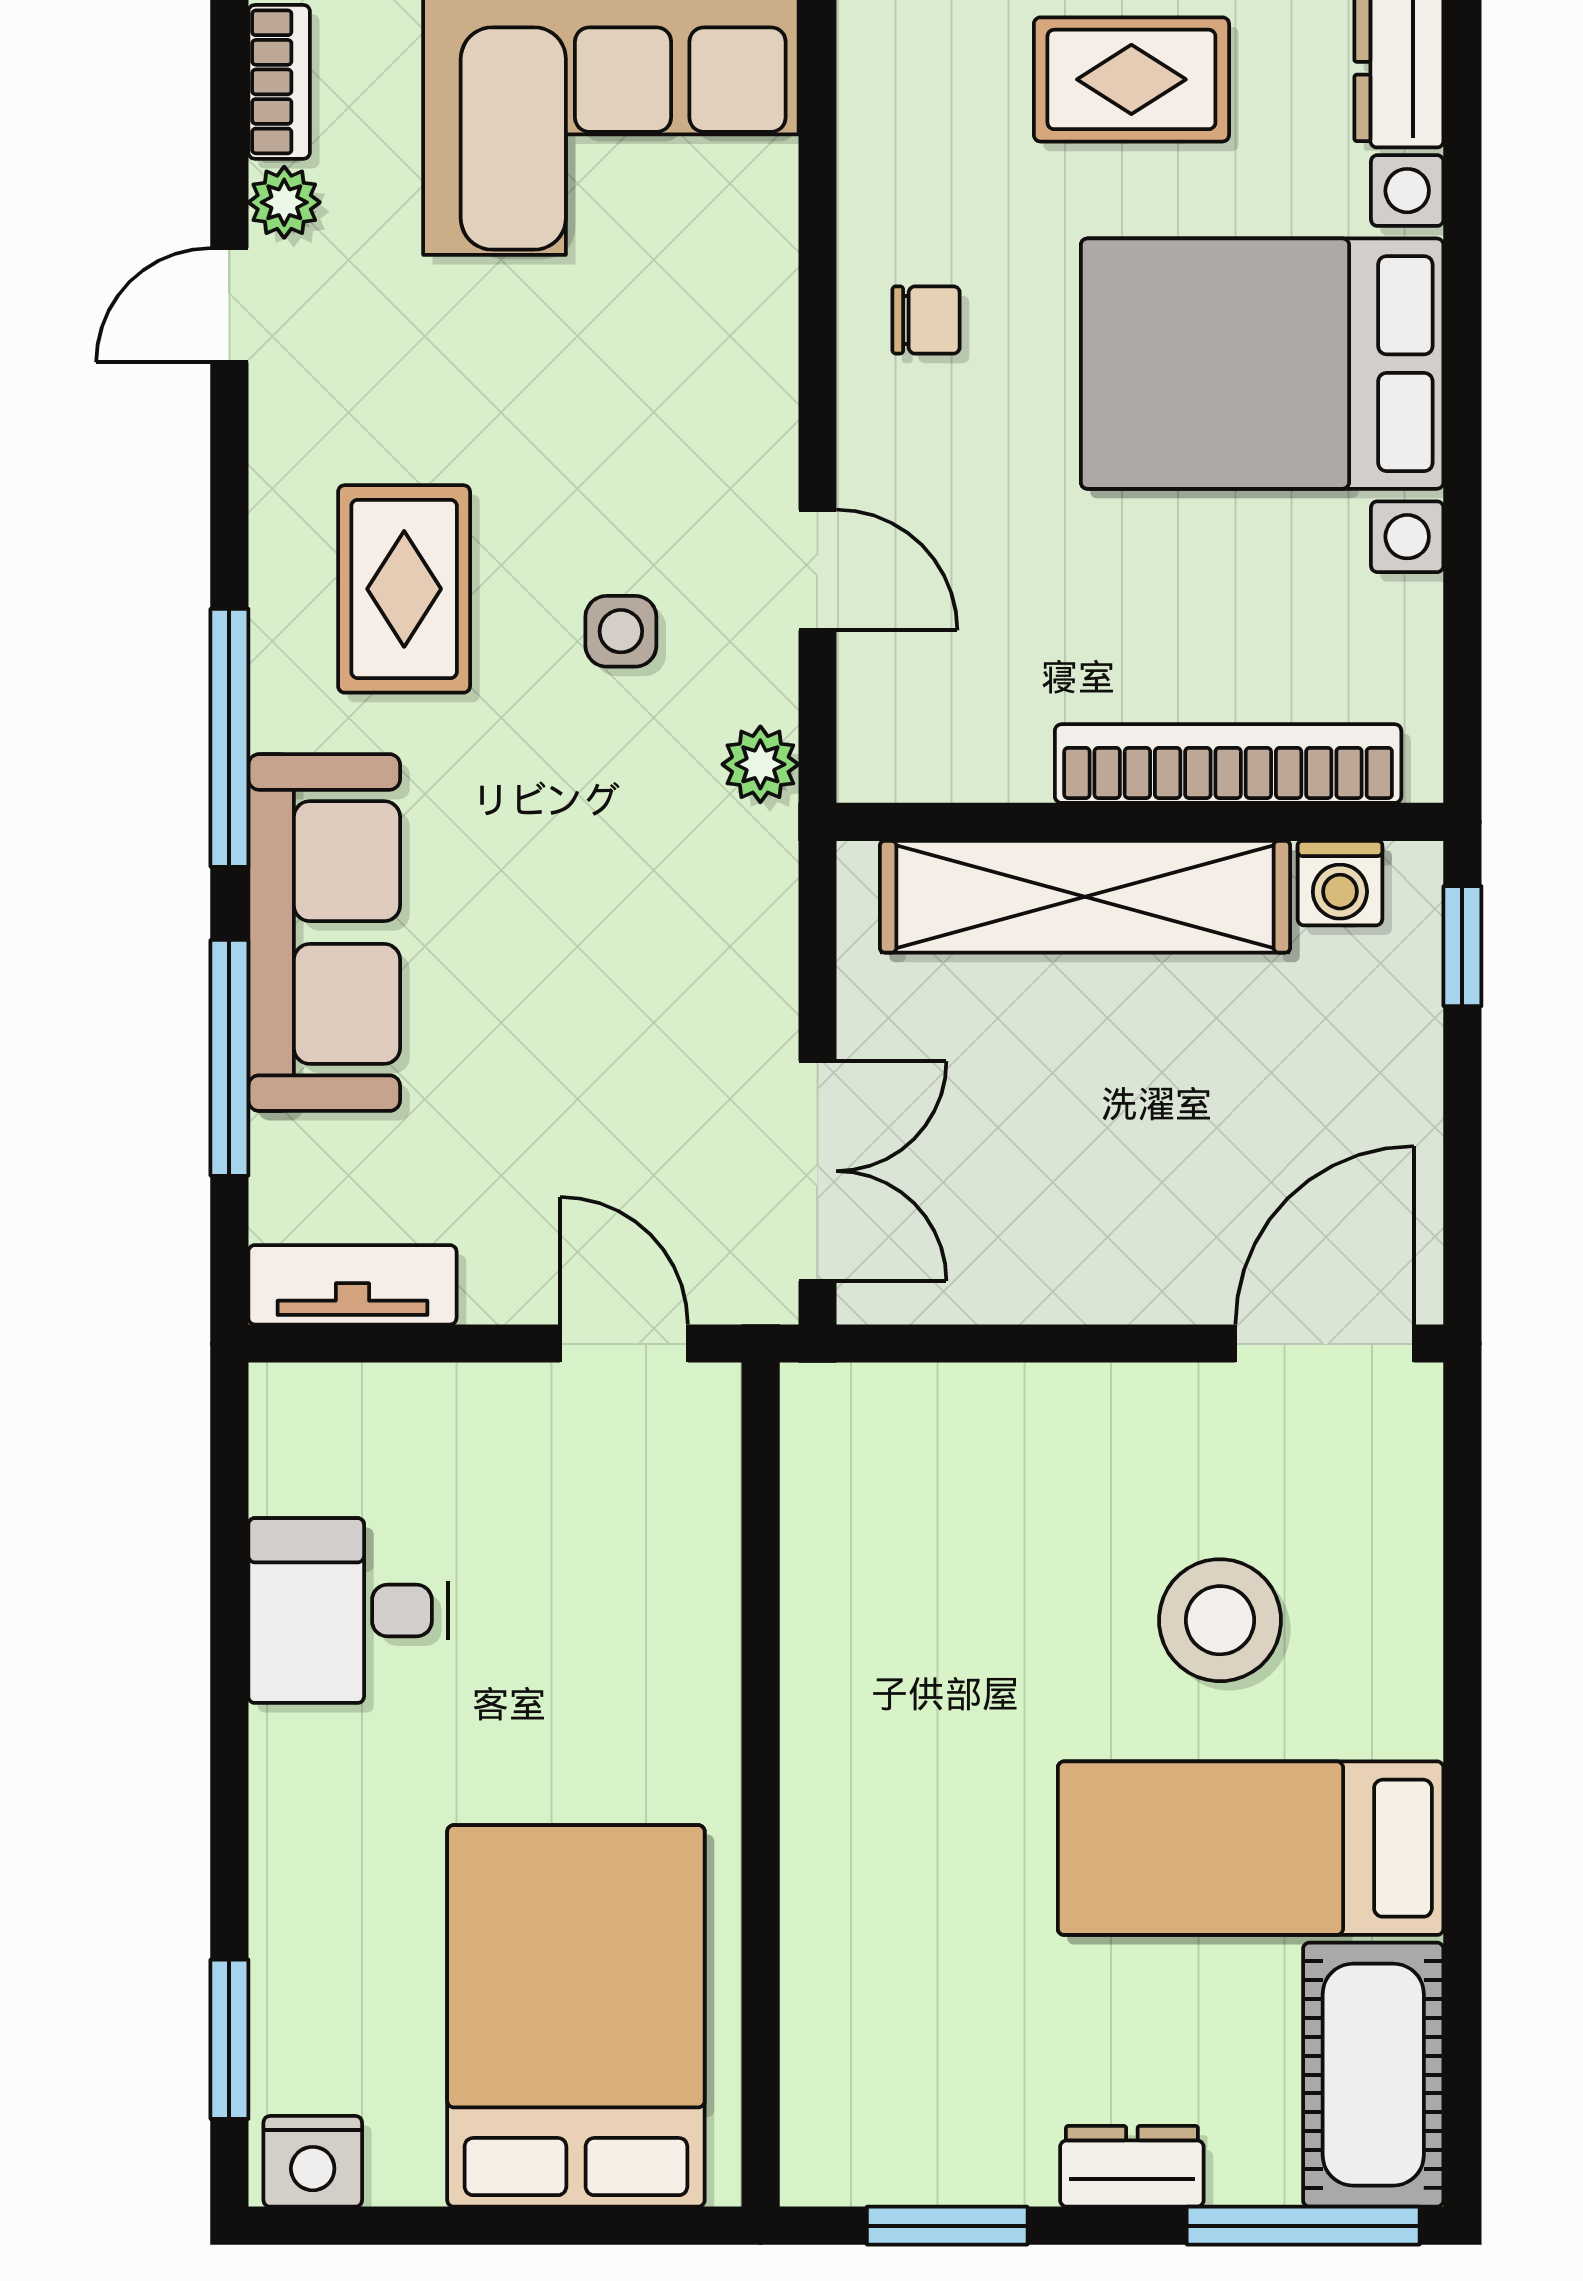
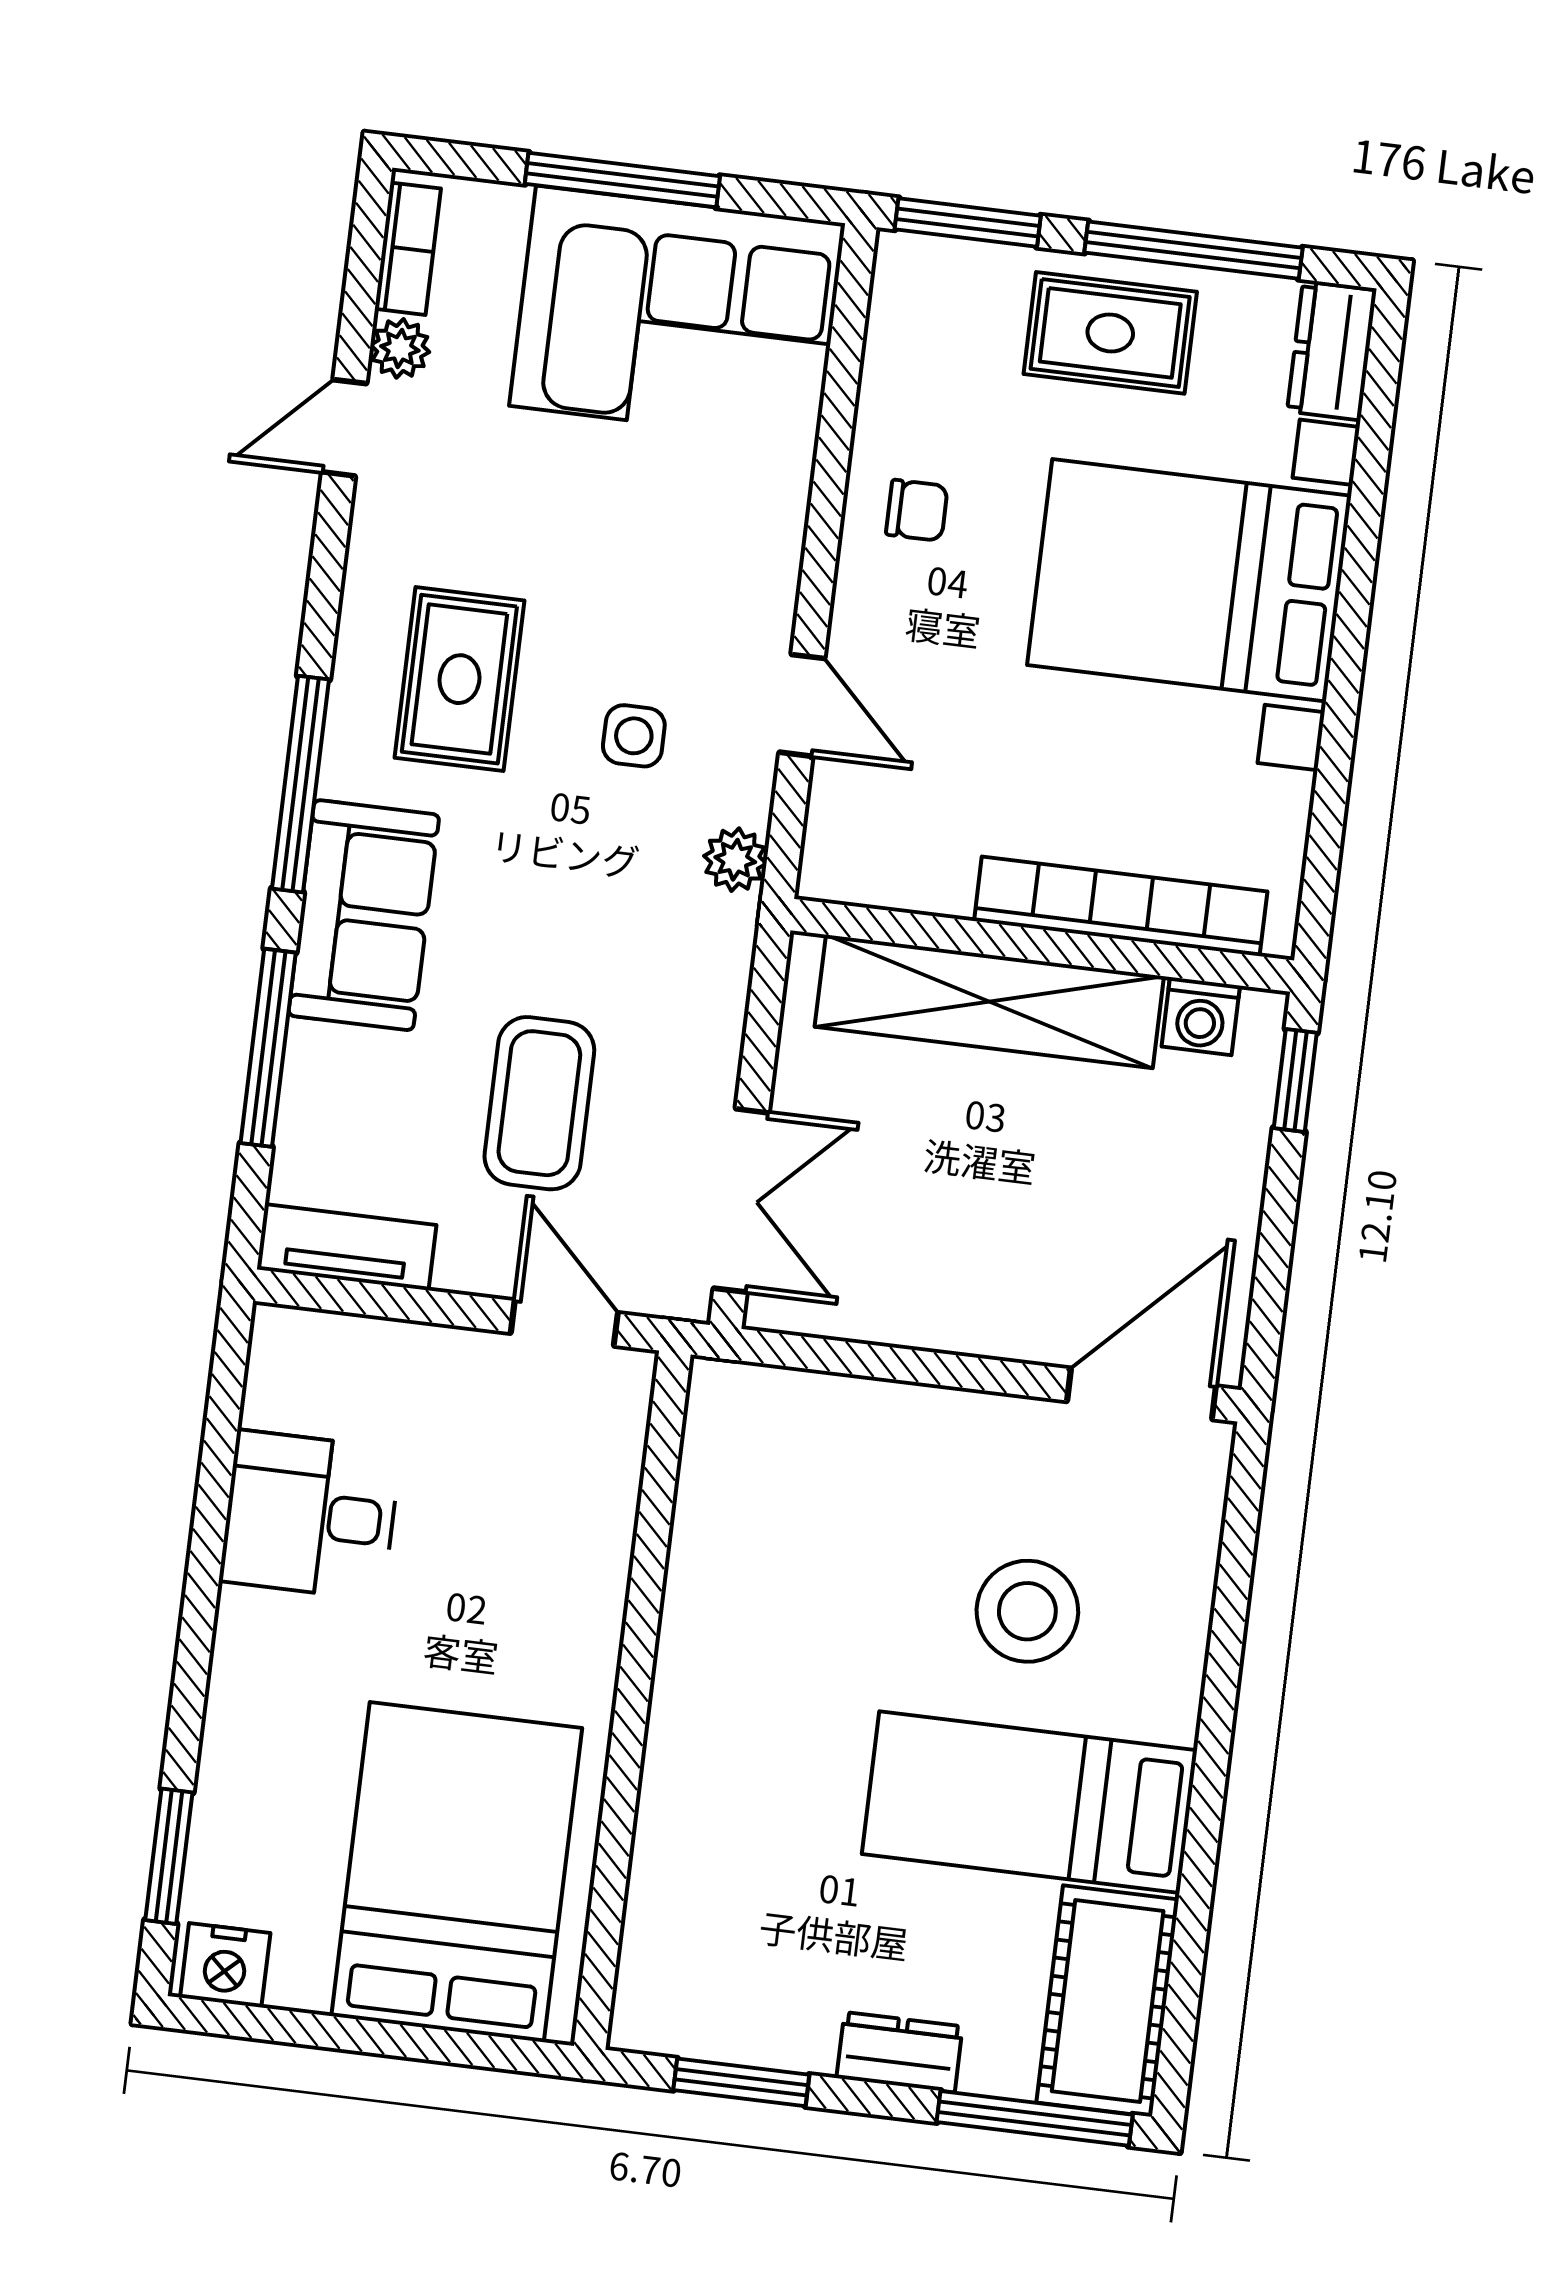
sofa: (324, 933) -> (364, 915), width x0.73
coffee table: (562, 1084) -> (539, 1103), added

